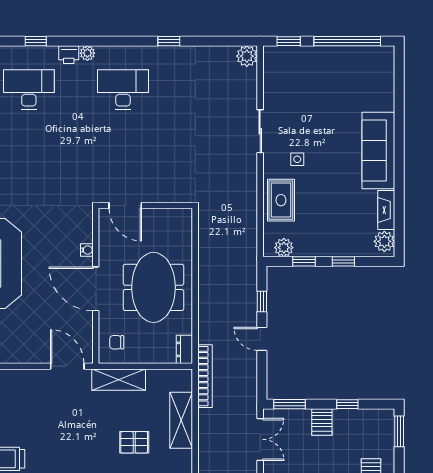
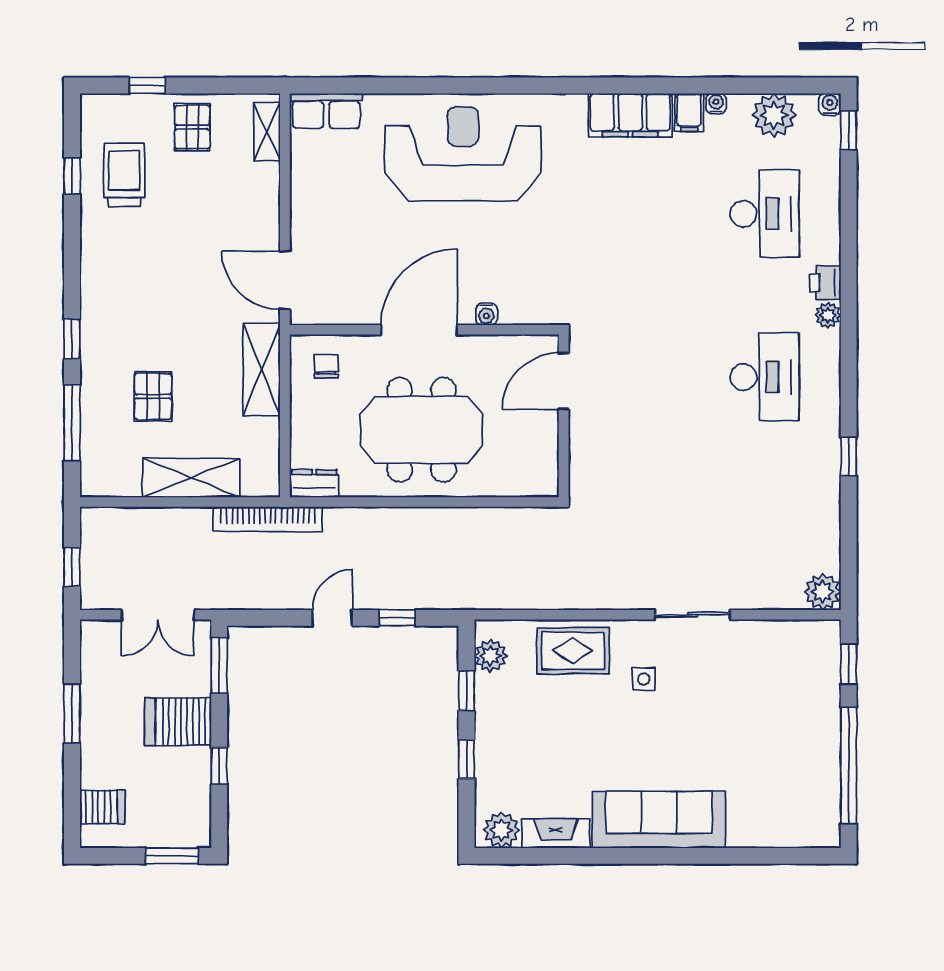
window: (36, 41) -> (849, 226), removed
door: (67, 366) -> (285, 280), swing flipped
server rack: (322, 422) -> (178, 722), width x1.36, depth x1.44

